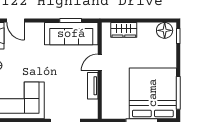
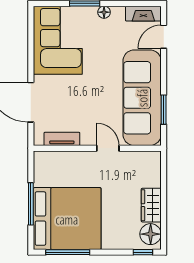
wardrobe: (124, 30) -> (151, 205), moved
sofa: (71, 34) -> (142, 98), width x1.36, depth x1.27
tv unit: (93, 86) -> (62, 139), moved

